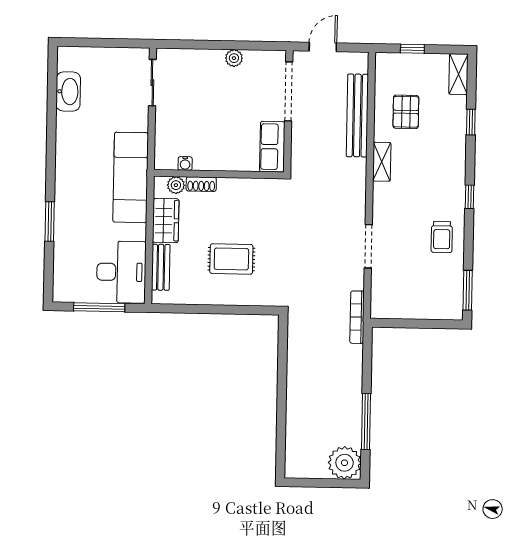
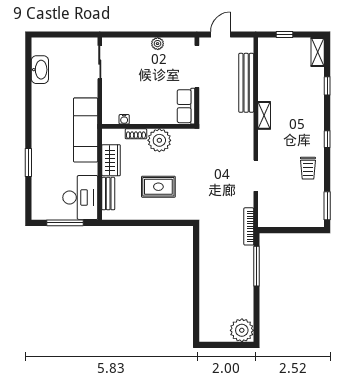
pallet: (406, 112) -> (281, 80), removed
plant: (176, 185) -> (159, 140), moved, width x1.87, depth x1.87
window: (366, 421) -> (256, 266), moved

